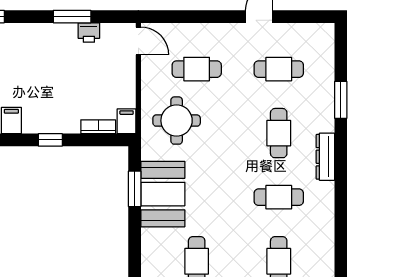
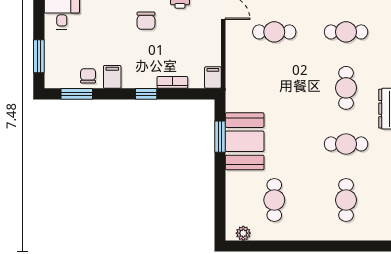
chair: (50, 56) -> (146, 21), added
round table: (177, 121) -> (257, 77), removed
bookcase: (98, 127) -> (172, 82), moved

